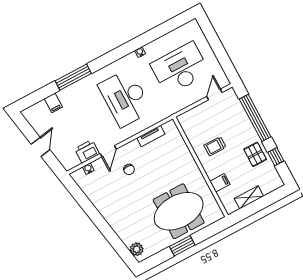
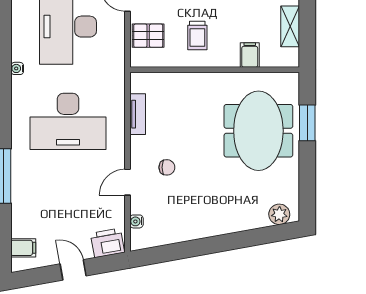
filing cabinet: (53, 103) -> (23, 248), moved
pallet: (200, 118) -> (148, 36), added
printer: (87, 151) -> (107, 243), moved, turned 80
door: (108, 151) -> (127, 182), swing flipped
window: (182, 246) -> (307, 123), moved

